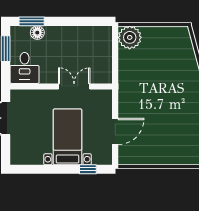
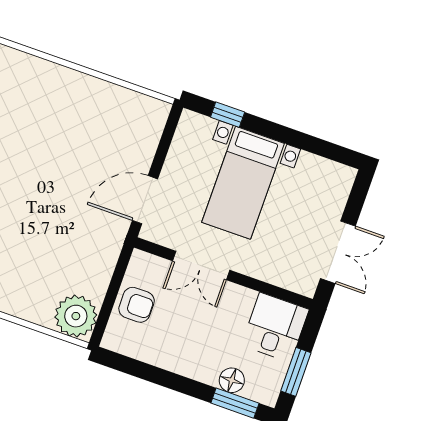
armchair: (100, 54) -> (137, 305), added
door: (115, 131) -> (145, 200), moved

